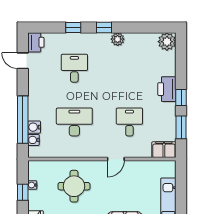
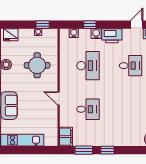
printer: (167, 89) -> (112, 36), moved, turned 180
window: (23, 120) -> (90, 25), width x0.32
water cooler: (34, 127) -> (96, 34), moved
window: (23, 192) -> (43, 25), moved

